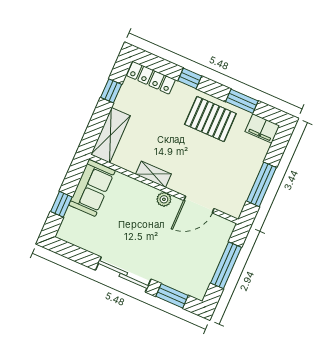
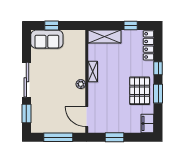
window: (242, 101) -> (158, 94), moved
window: (262, 184) -> (115, 137), width x0.69
sofa: (92, 188) -> (47, 39), moved
door: (199, 205) -> (87, 117), moved

